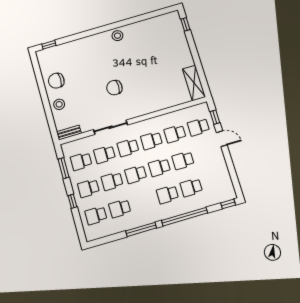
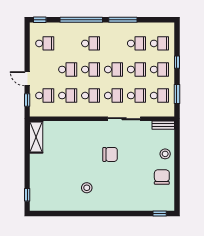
stool: (117, 36) -> (87, 188), moved
chair: (56, 81) -> (162, 177), turned -90
school desk: (191, 188) -> (45, 43), moved

